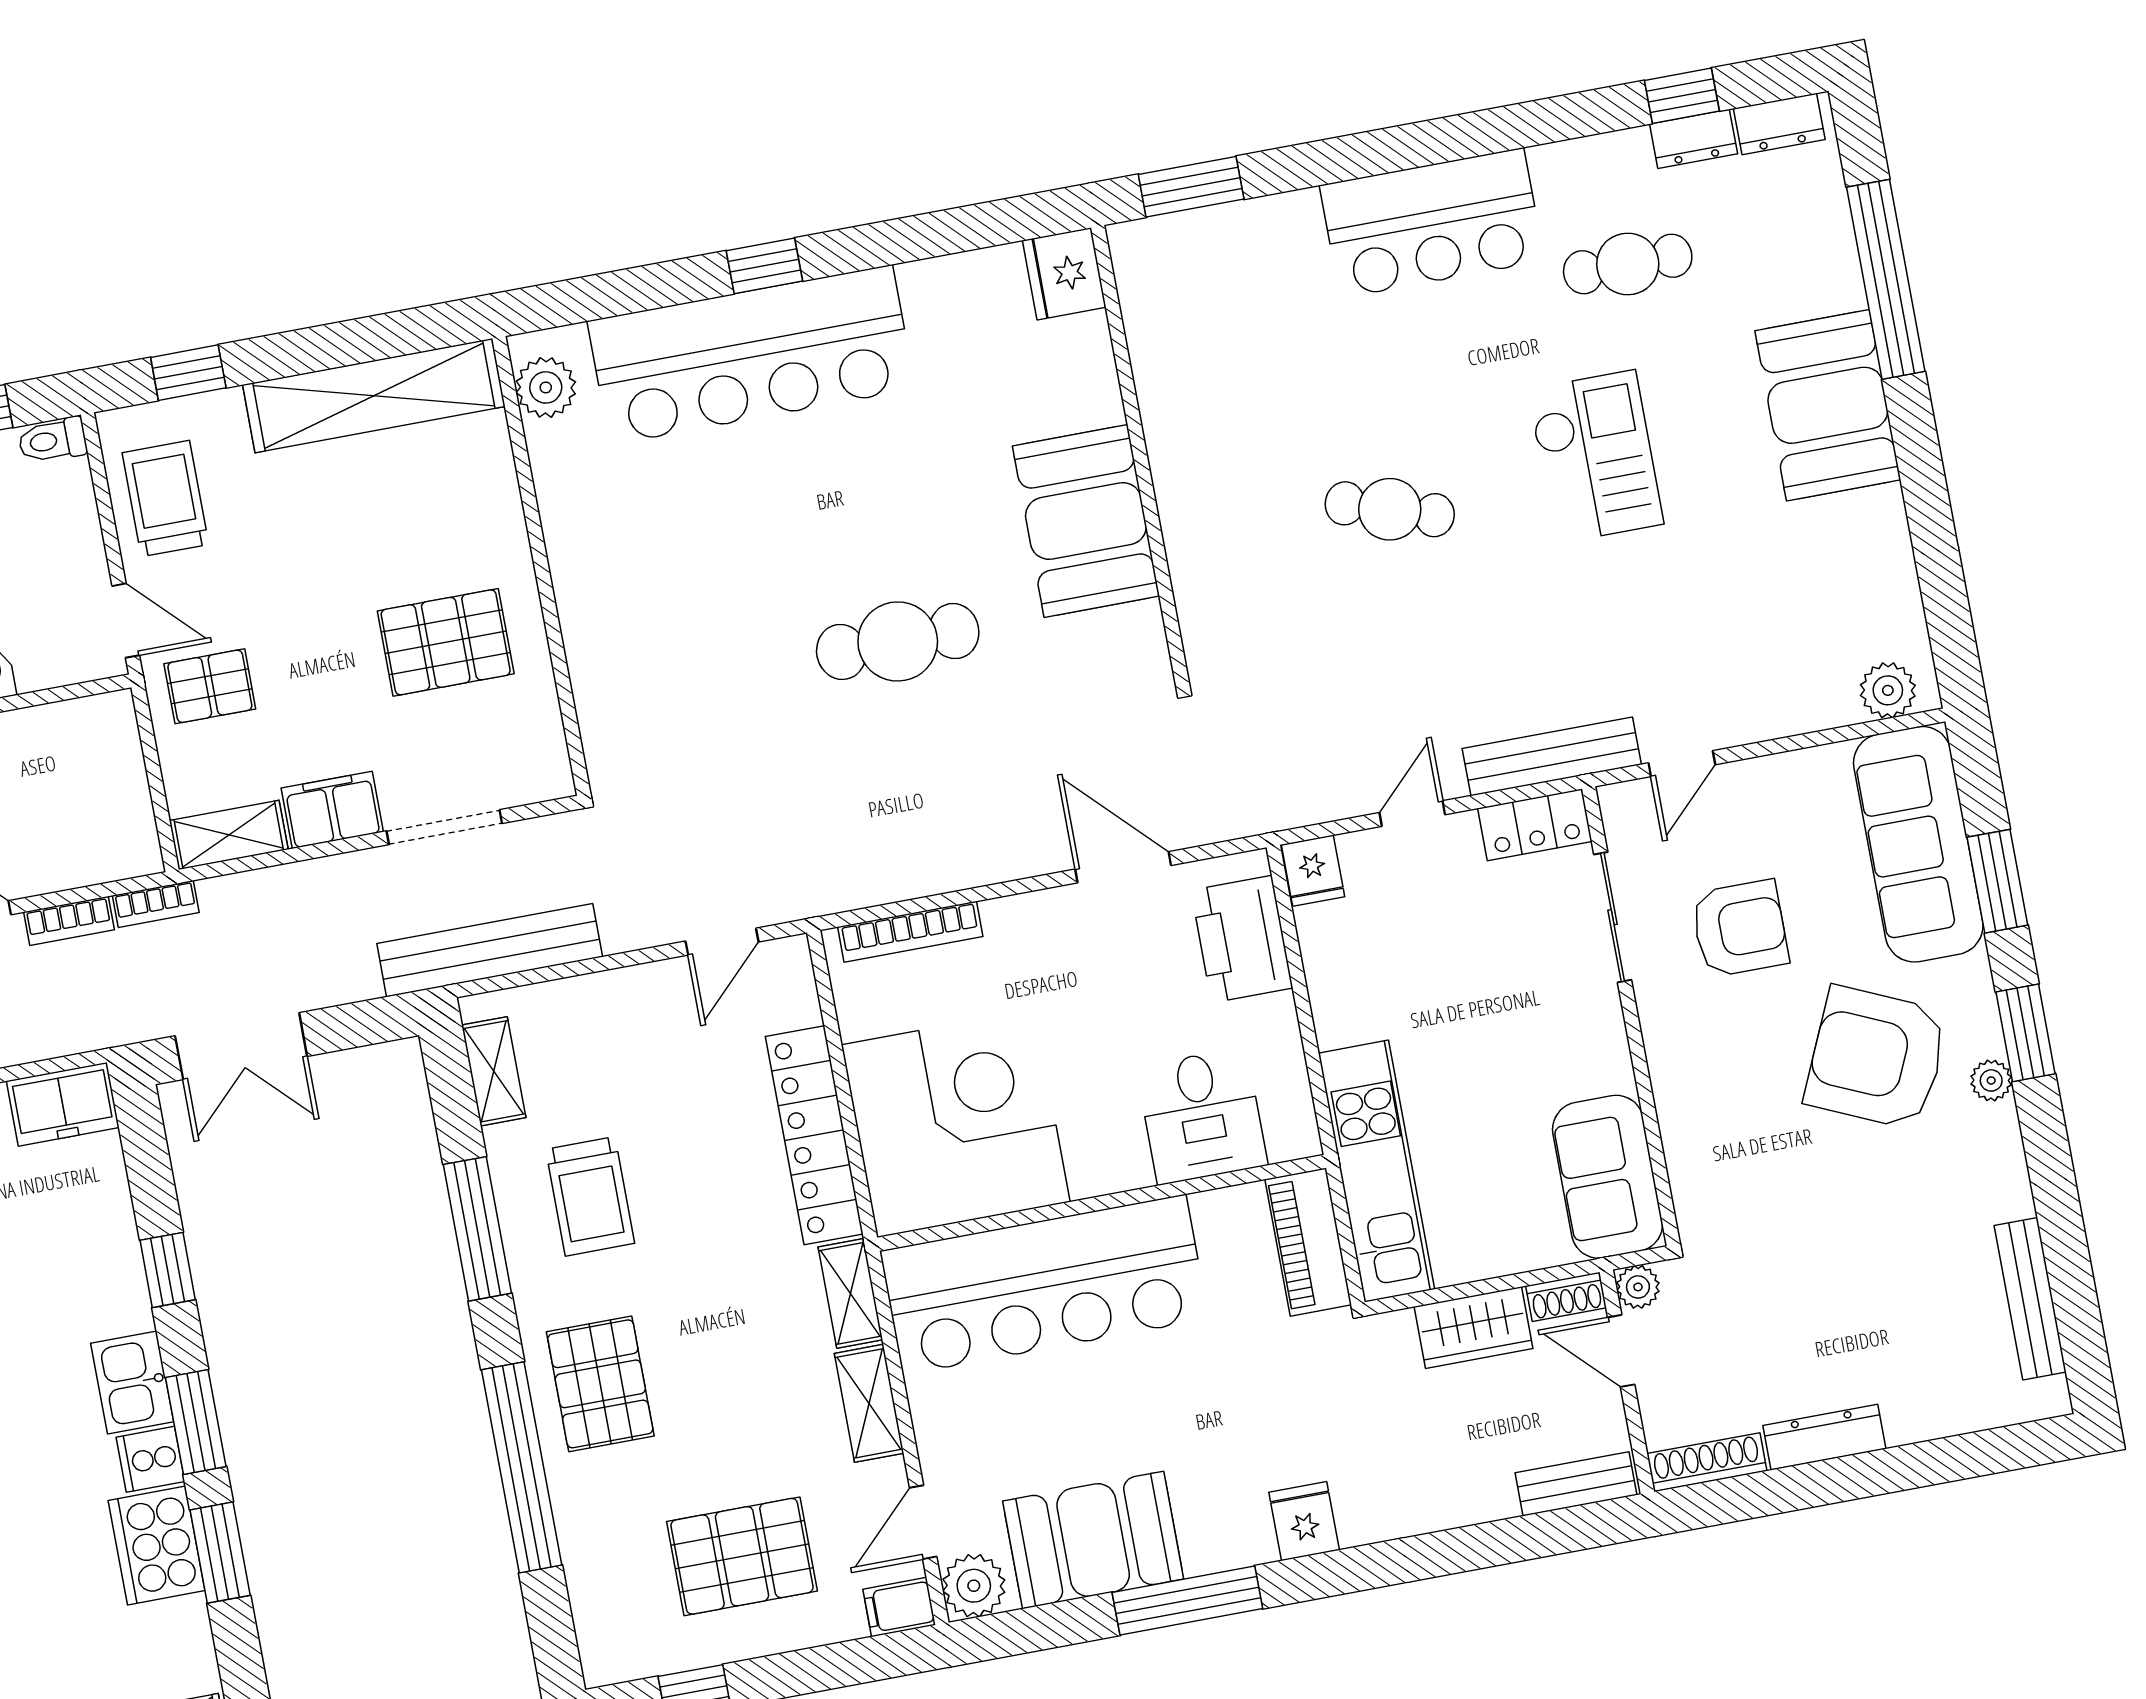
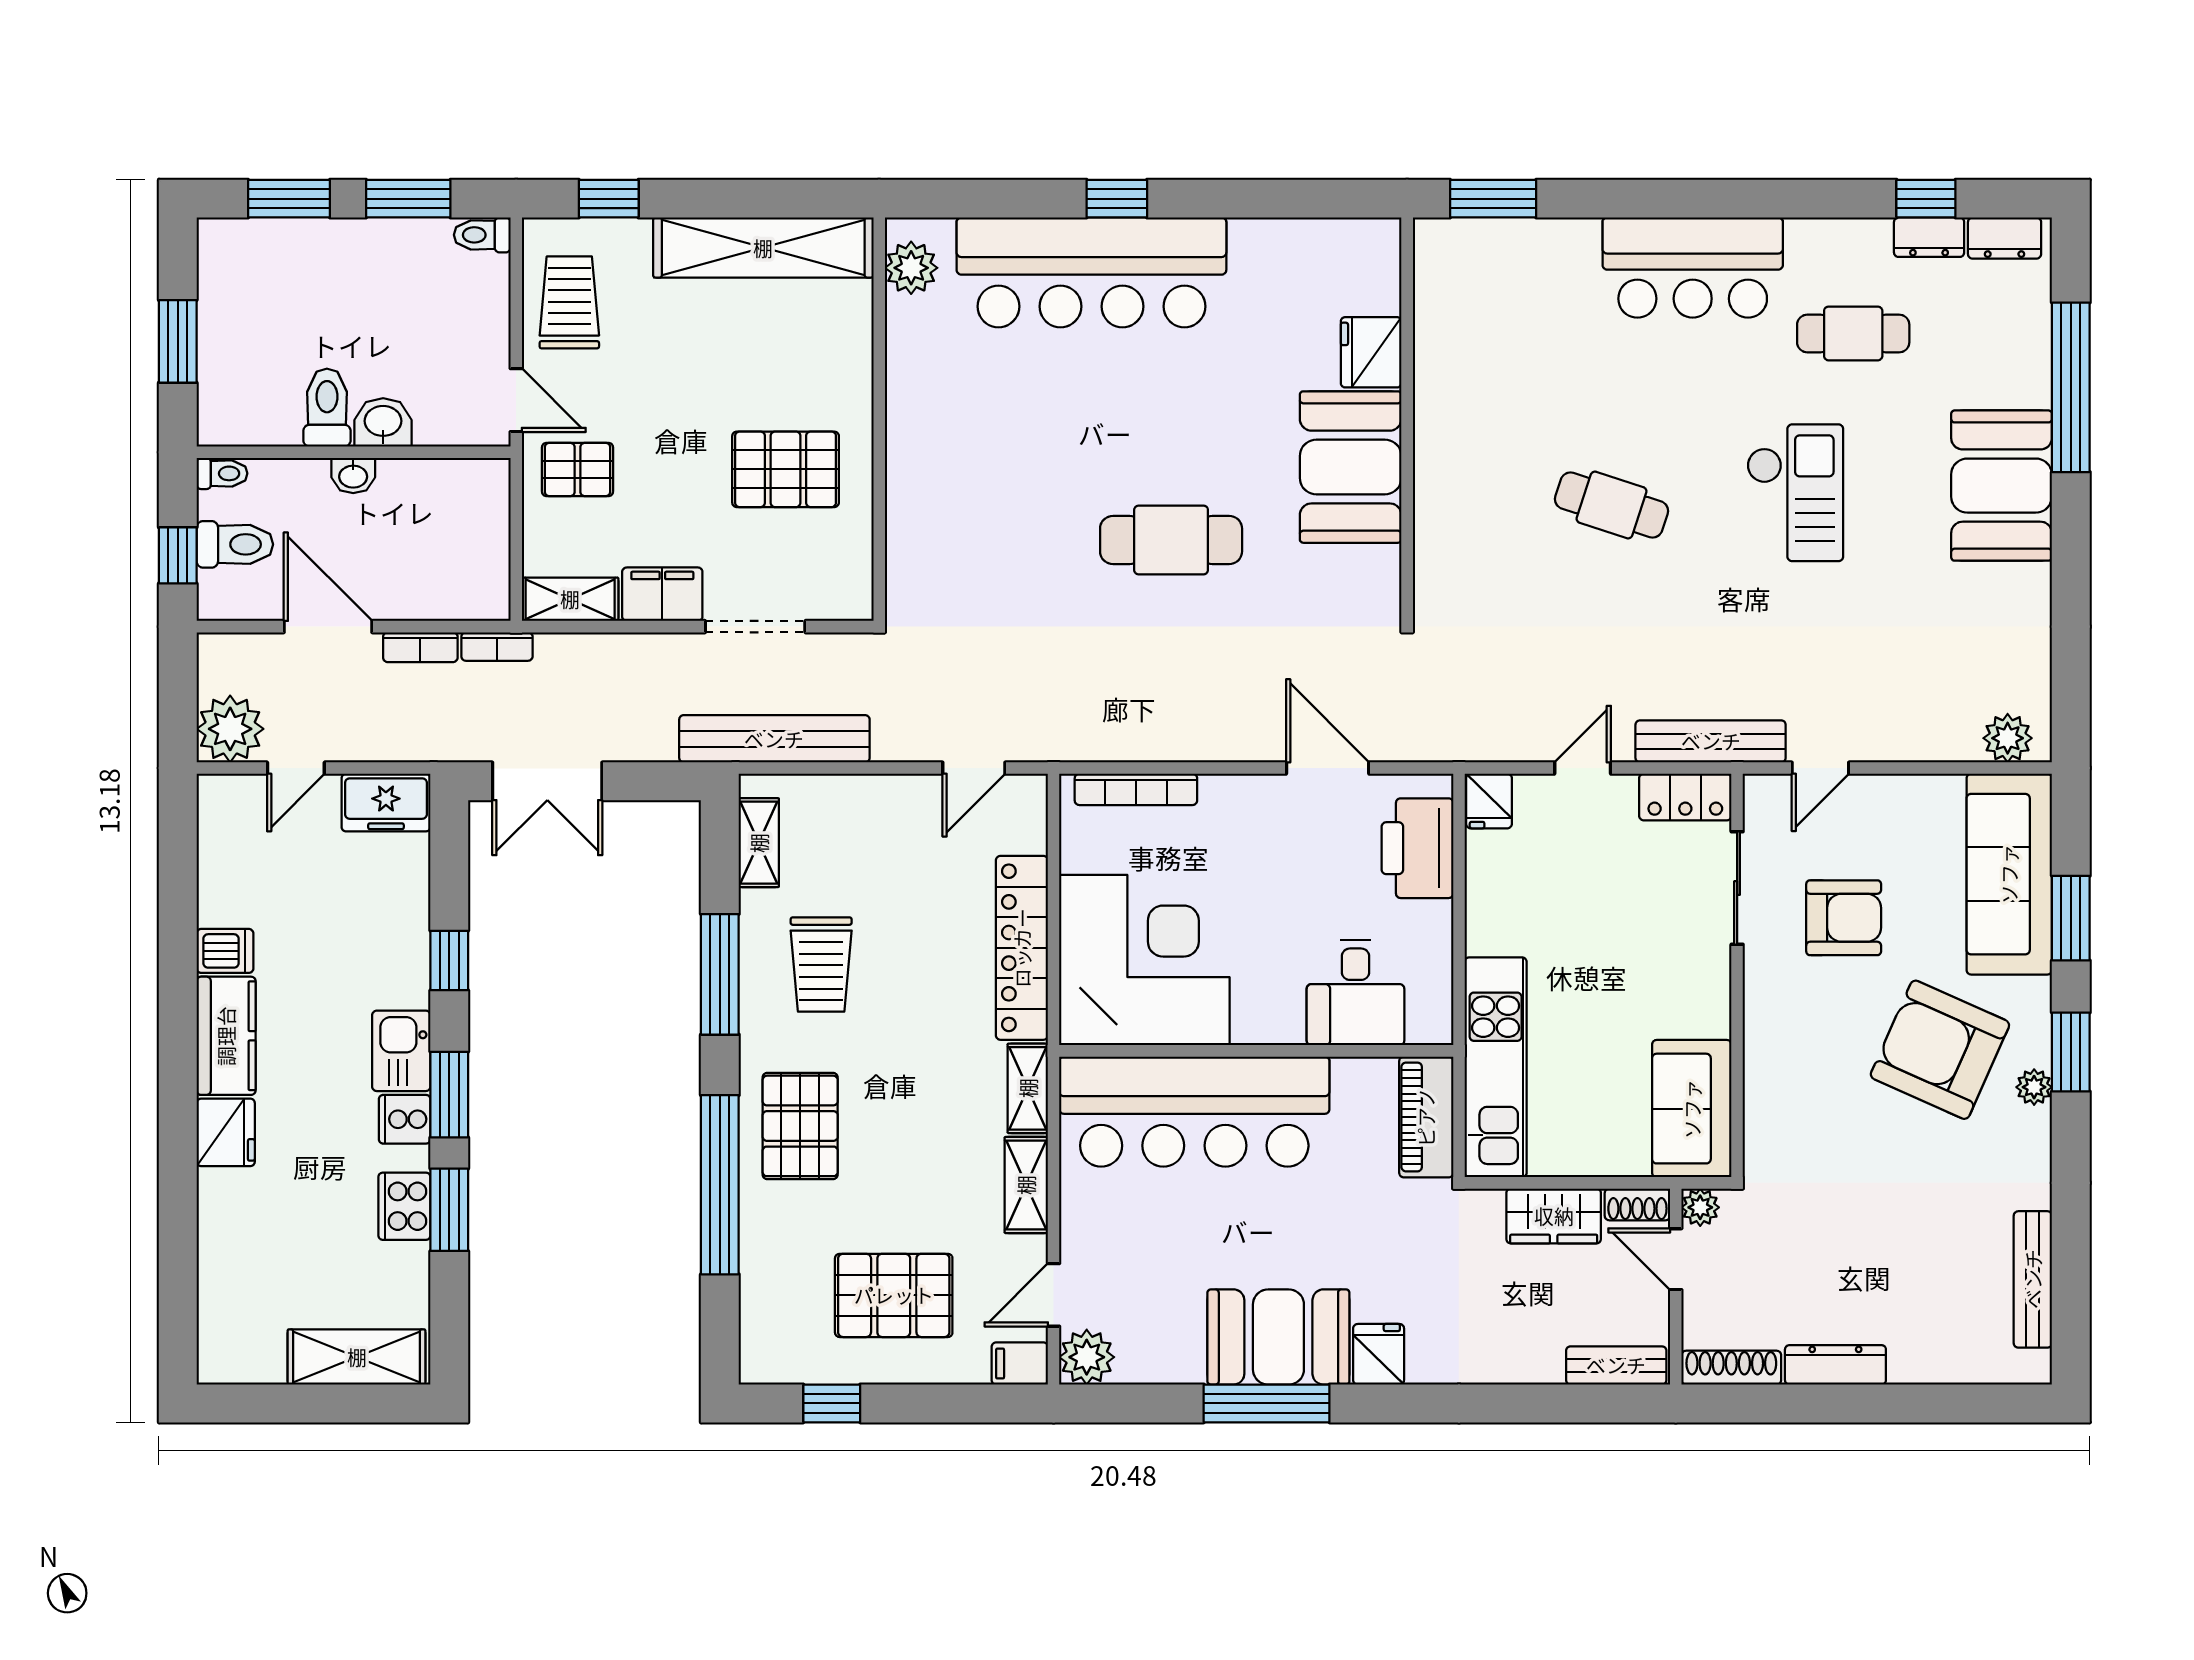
fridge: (1064, 274) -> (1371, 352), moved
booth: (1093, 1540) -> (1278, 1337), moved
cooker: (157, 1545) -> (404, 1206), width x0.73, depth x0.76

